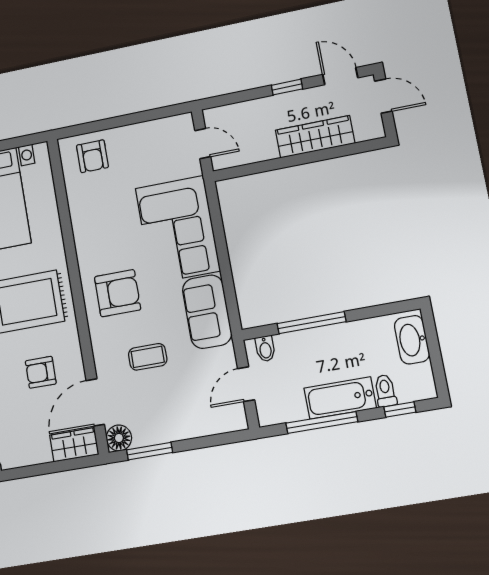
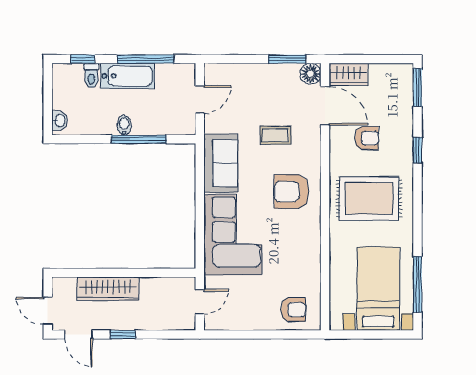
door: (203, 144) -> (200, 302), swing flipped
armchair: (92, 156) -> (293, 310), turned 90
washbasin: (412, 340) -> (60, 121), width x0.52, depth x0.69
bidet: (265, 349) -> (124, 125), moved
door: (95, 402) -> (325, 106), hinge flipped

